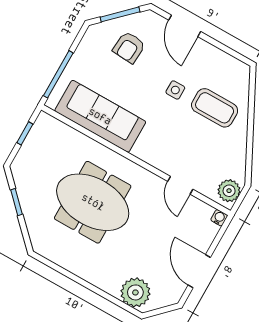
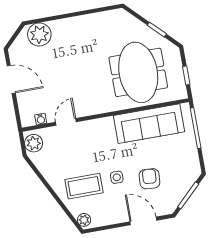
armchair: (129, 47) -> (149, 179), moved
plant: (242, 75) -> (84, 220), added
door: (180, 185) -> (66, 122), hinge flipped
meeting table: (93, 202) -> (138, 72), moved, turned 90
water cooler: (219, 218) -> (41, 119), moved

